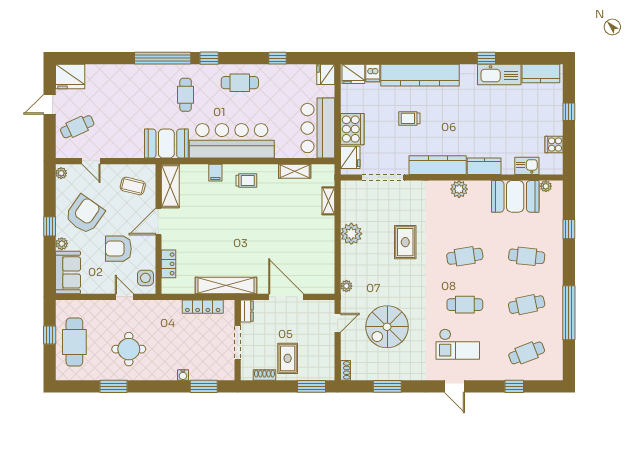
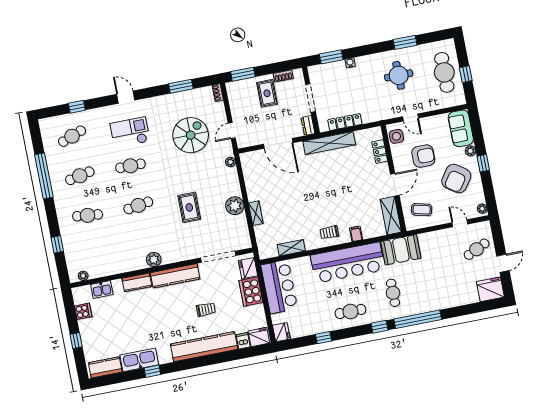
booth: (515, 196) -> (107, 263), removed
shelving: (328, 201) -> (256, 213), moved

